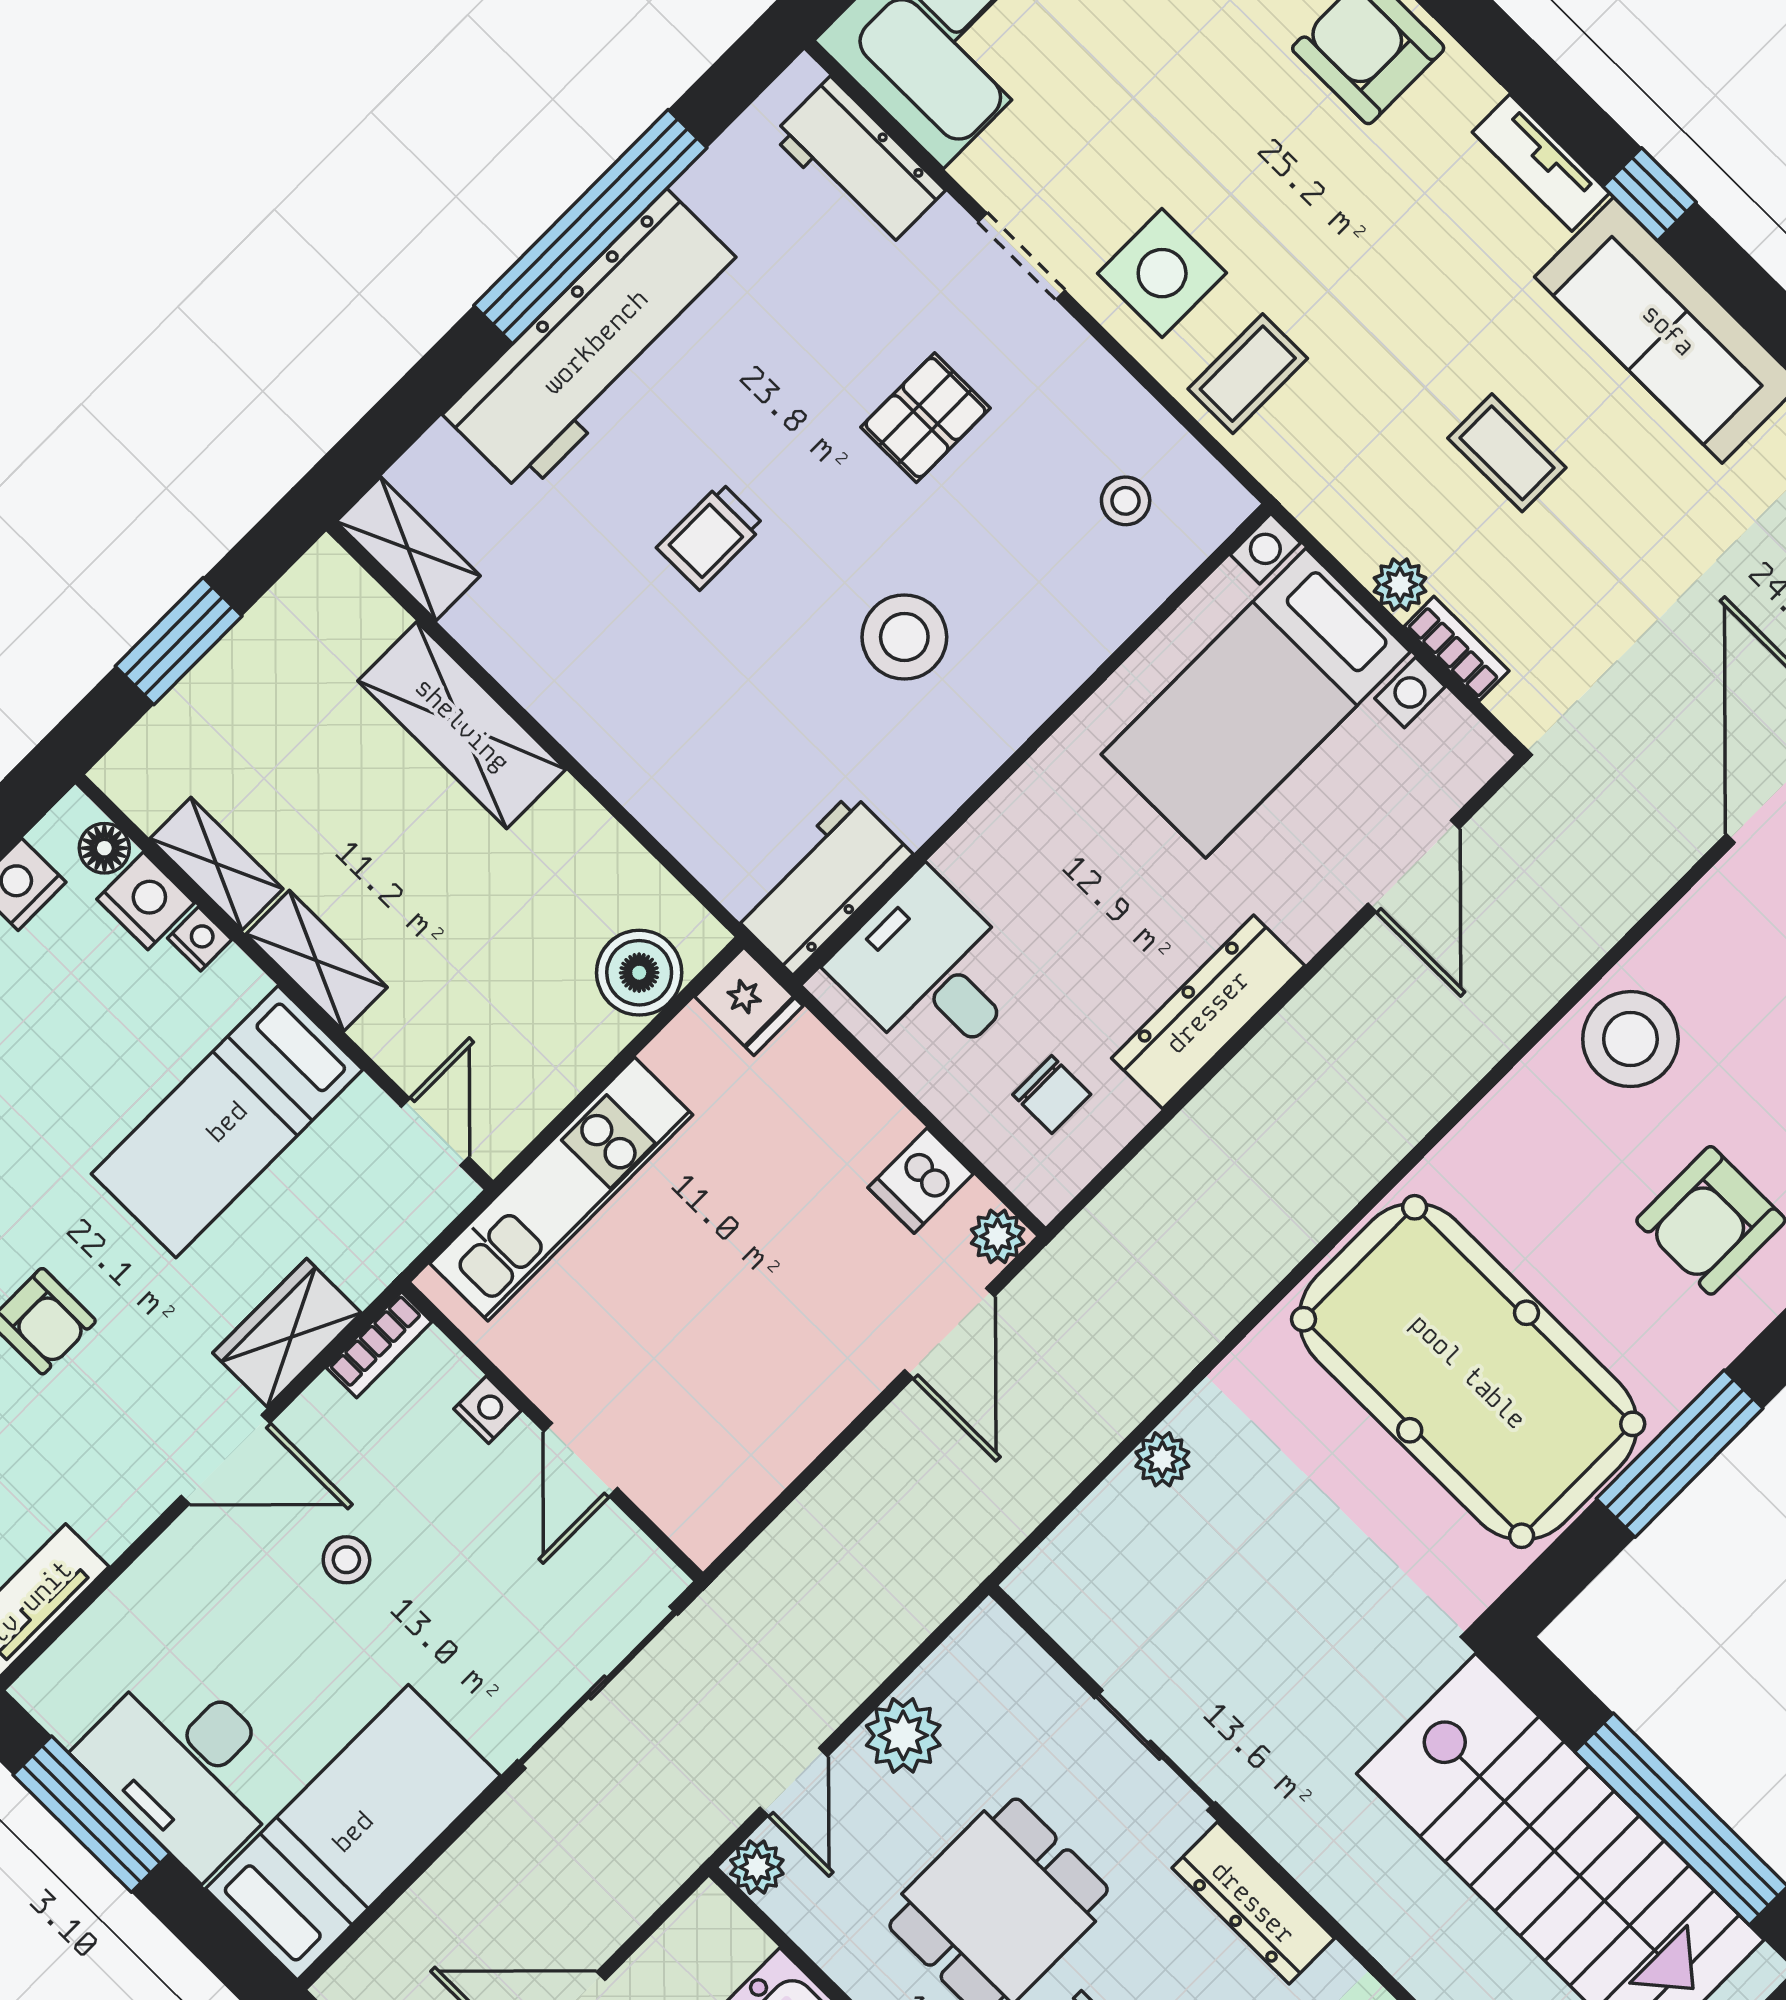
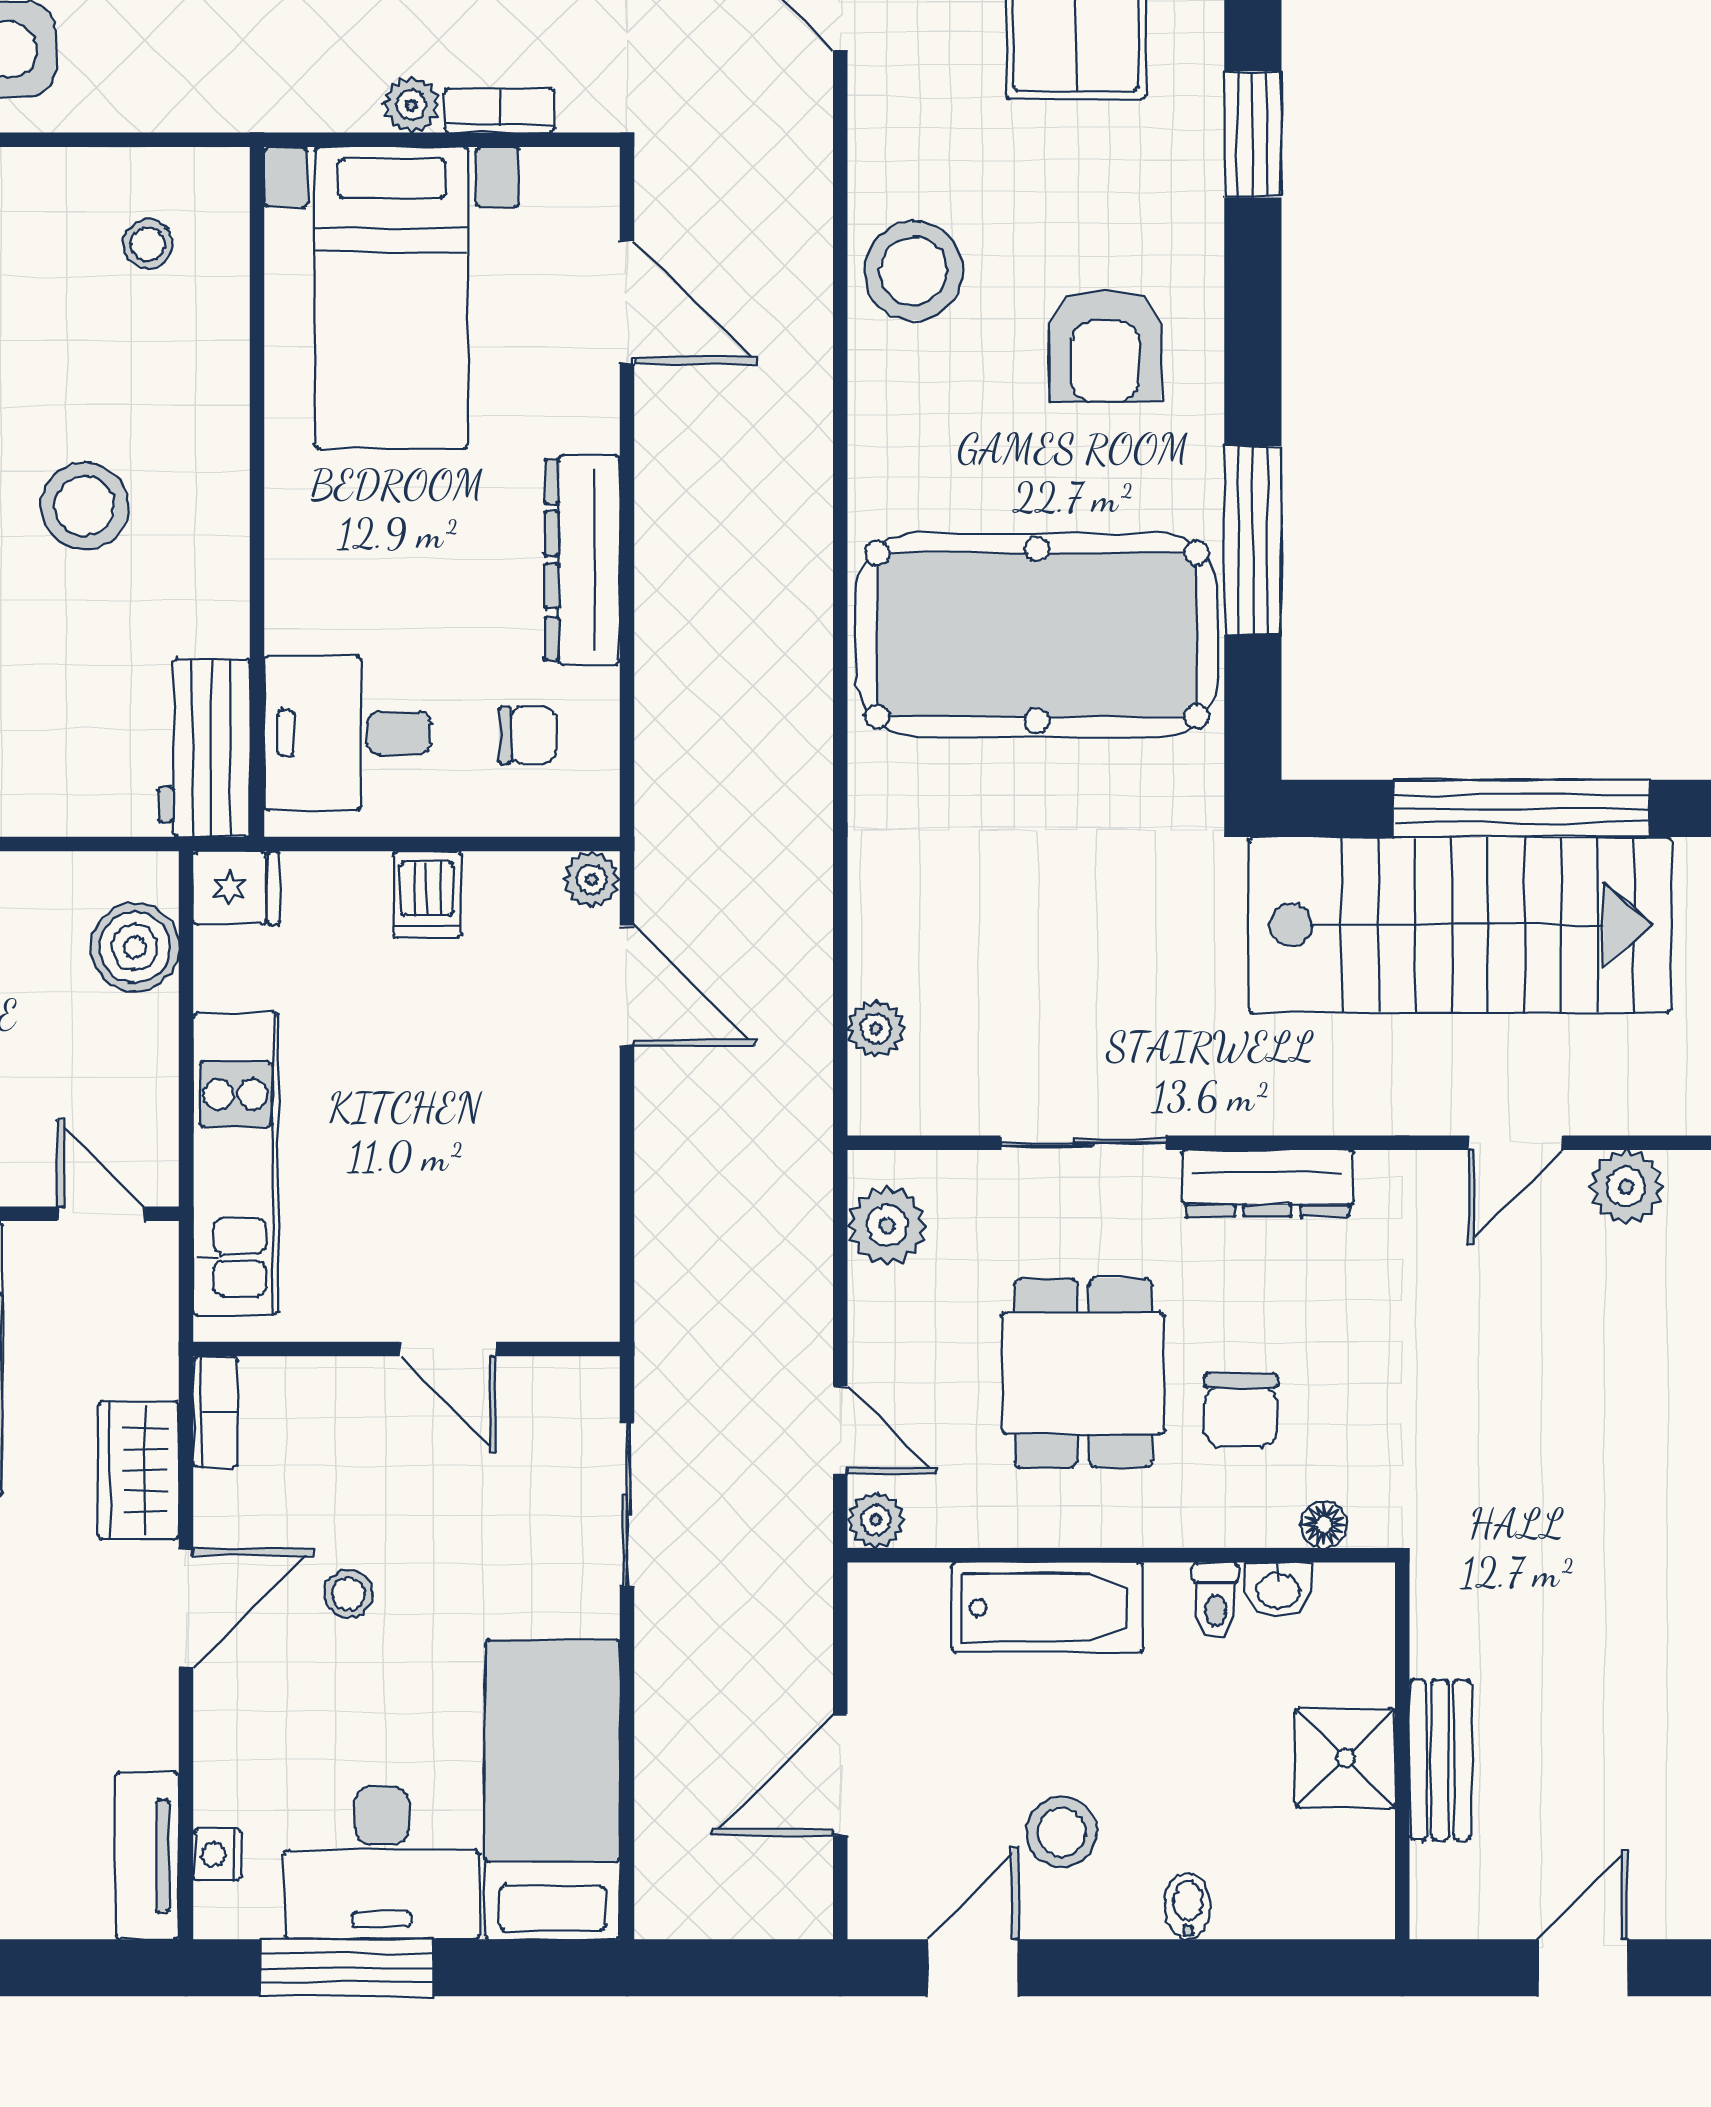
coffee table: (1248, 374) -> (145, 61), removed
dishwasher: (921, 1181) -> (427, 895), moved
nightstand: (488, 1410) -> (217, 1855), moved, turned -90
plant: (1162, 1459) -> (876, 1029), moved
sliding door: (598, 1688) -> (627, 1504), width x0.73
plant: (903, 1735) -> (887, 1225), moved

